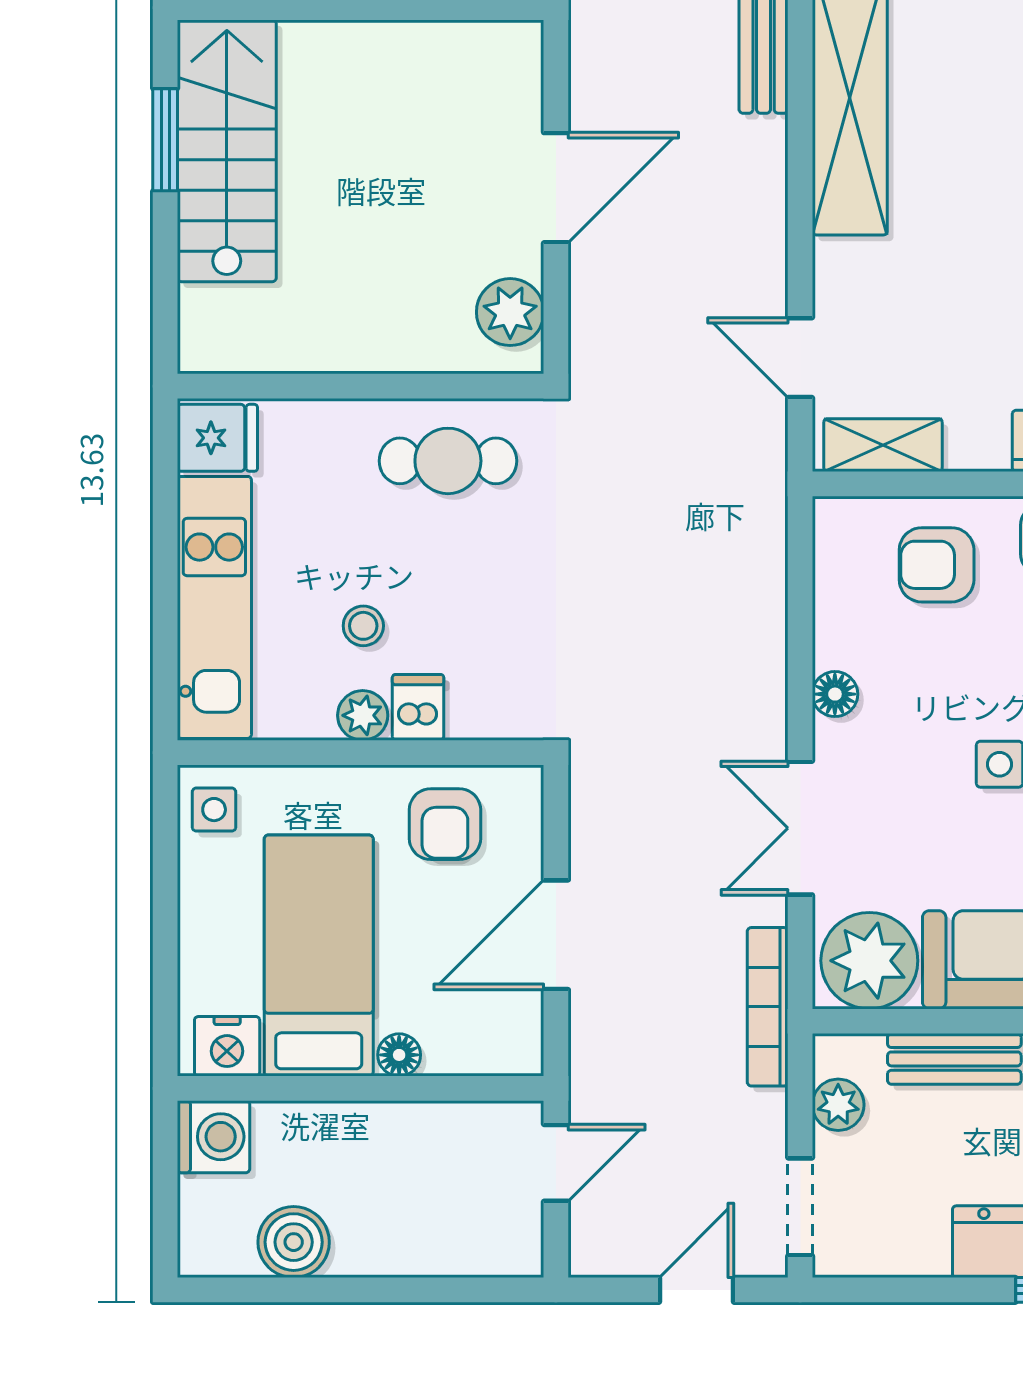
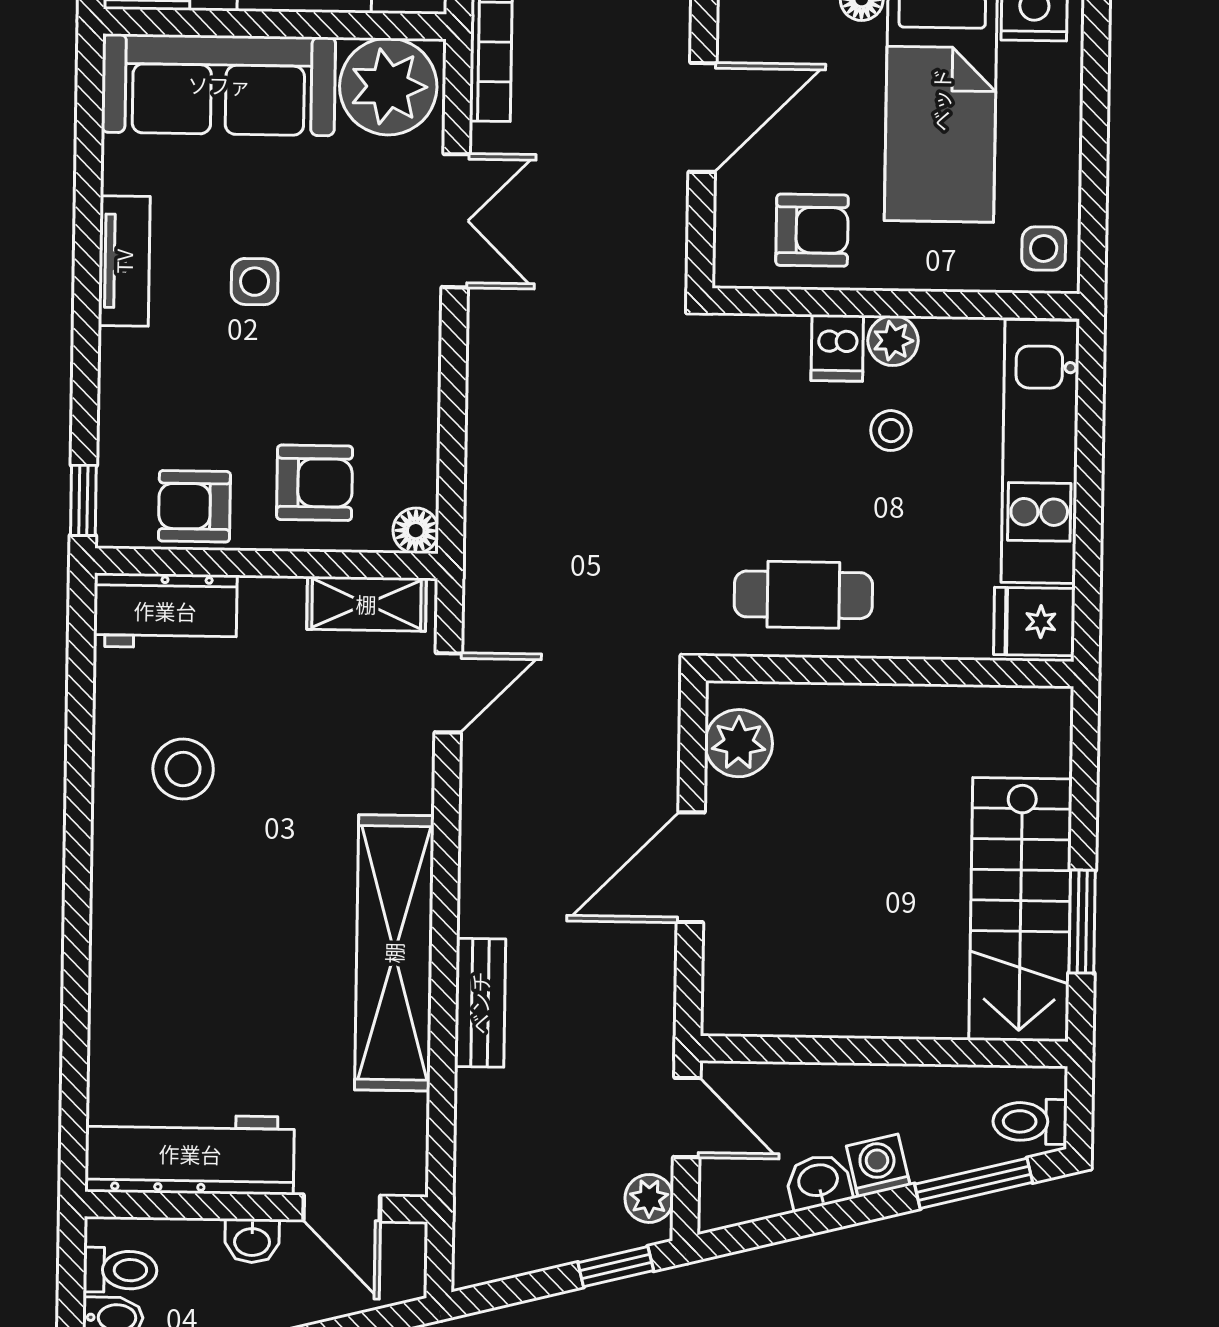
door: (800, 358) -> (448, 693), hinge flipped
floor lamp: (835, 694) -> (416, 531), moved
armchair: (445, 824) -> (812, 230), turned 90

